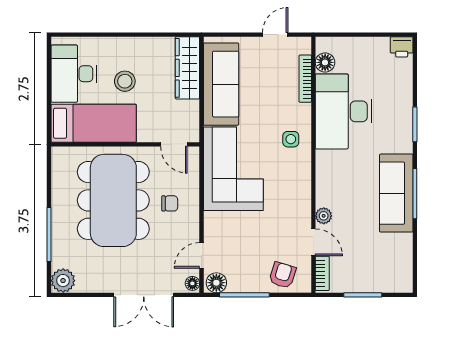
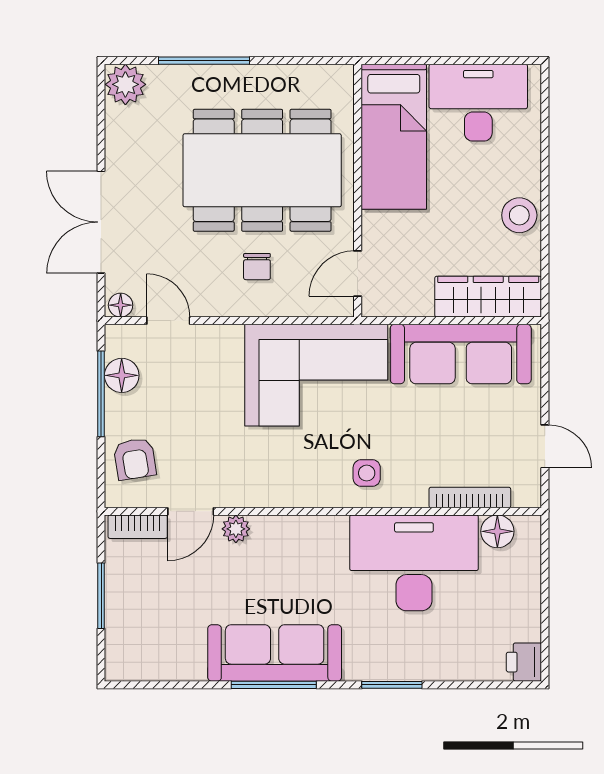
stool: (125, 81) -> (519, 215), moved
armchair: (283, 275) -> (135, 459), turned 64
floor lamp: (216, 283) -> (122, 375), moved

